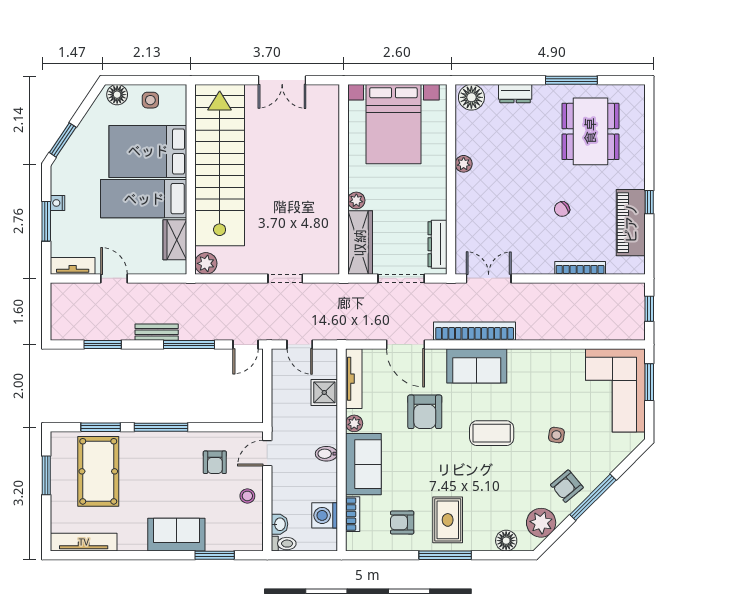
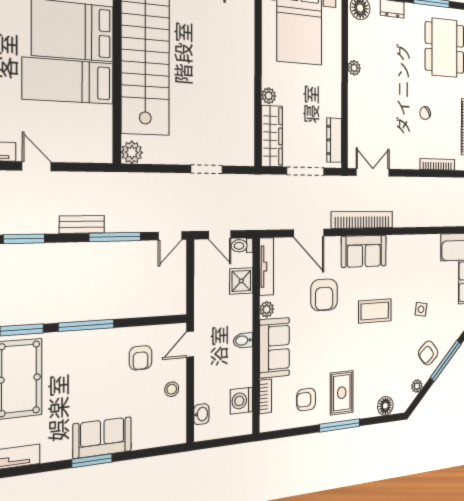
wardrobe: (175, 240) -> (101, 127), removed
plant: (541, 523) -> (417, 386), width x0.53, depth x0.53
toilet: (284, 544) -> (242, 246), moved, turned 180
window: (215, 555) -> (92, 461), moved

